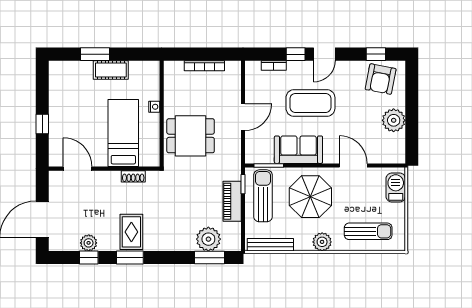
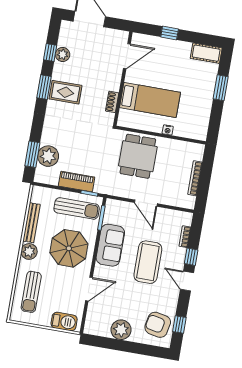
cot: (111, 70) -> (206, 53), moved, turned 90
bench: (270, 245) -> (32, 223), moved

